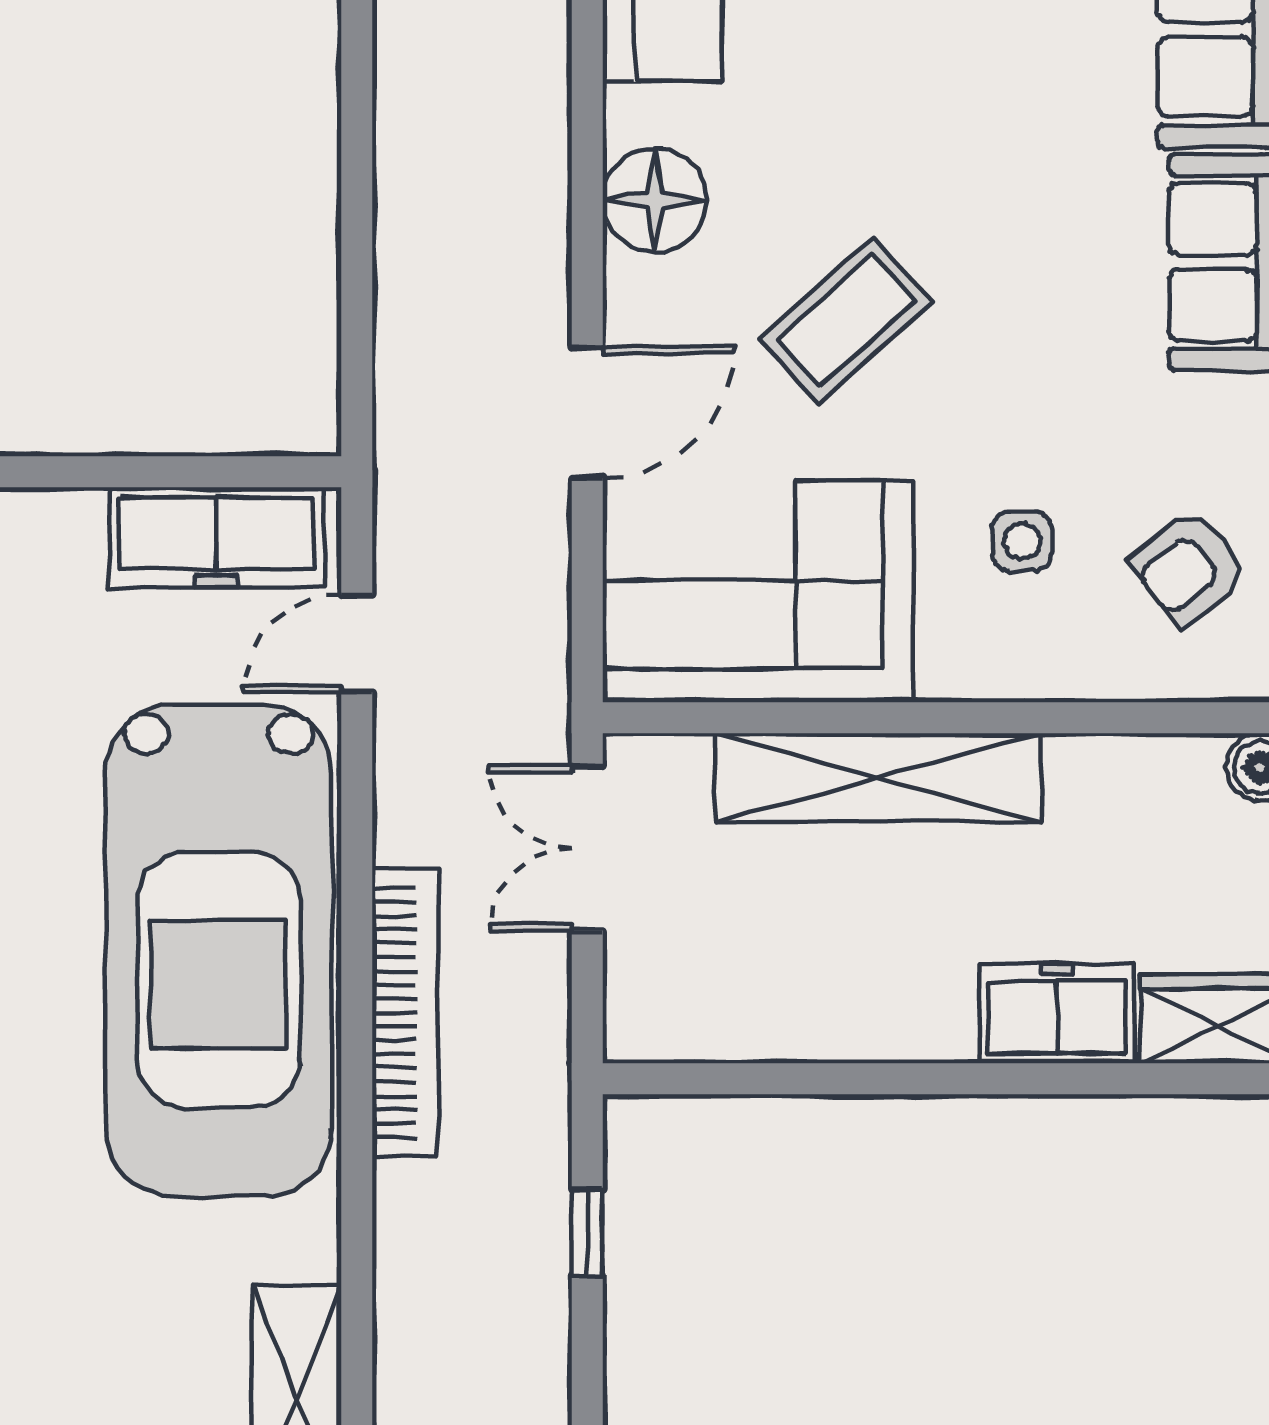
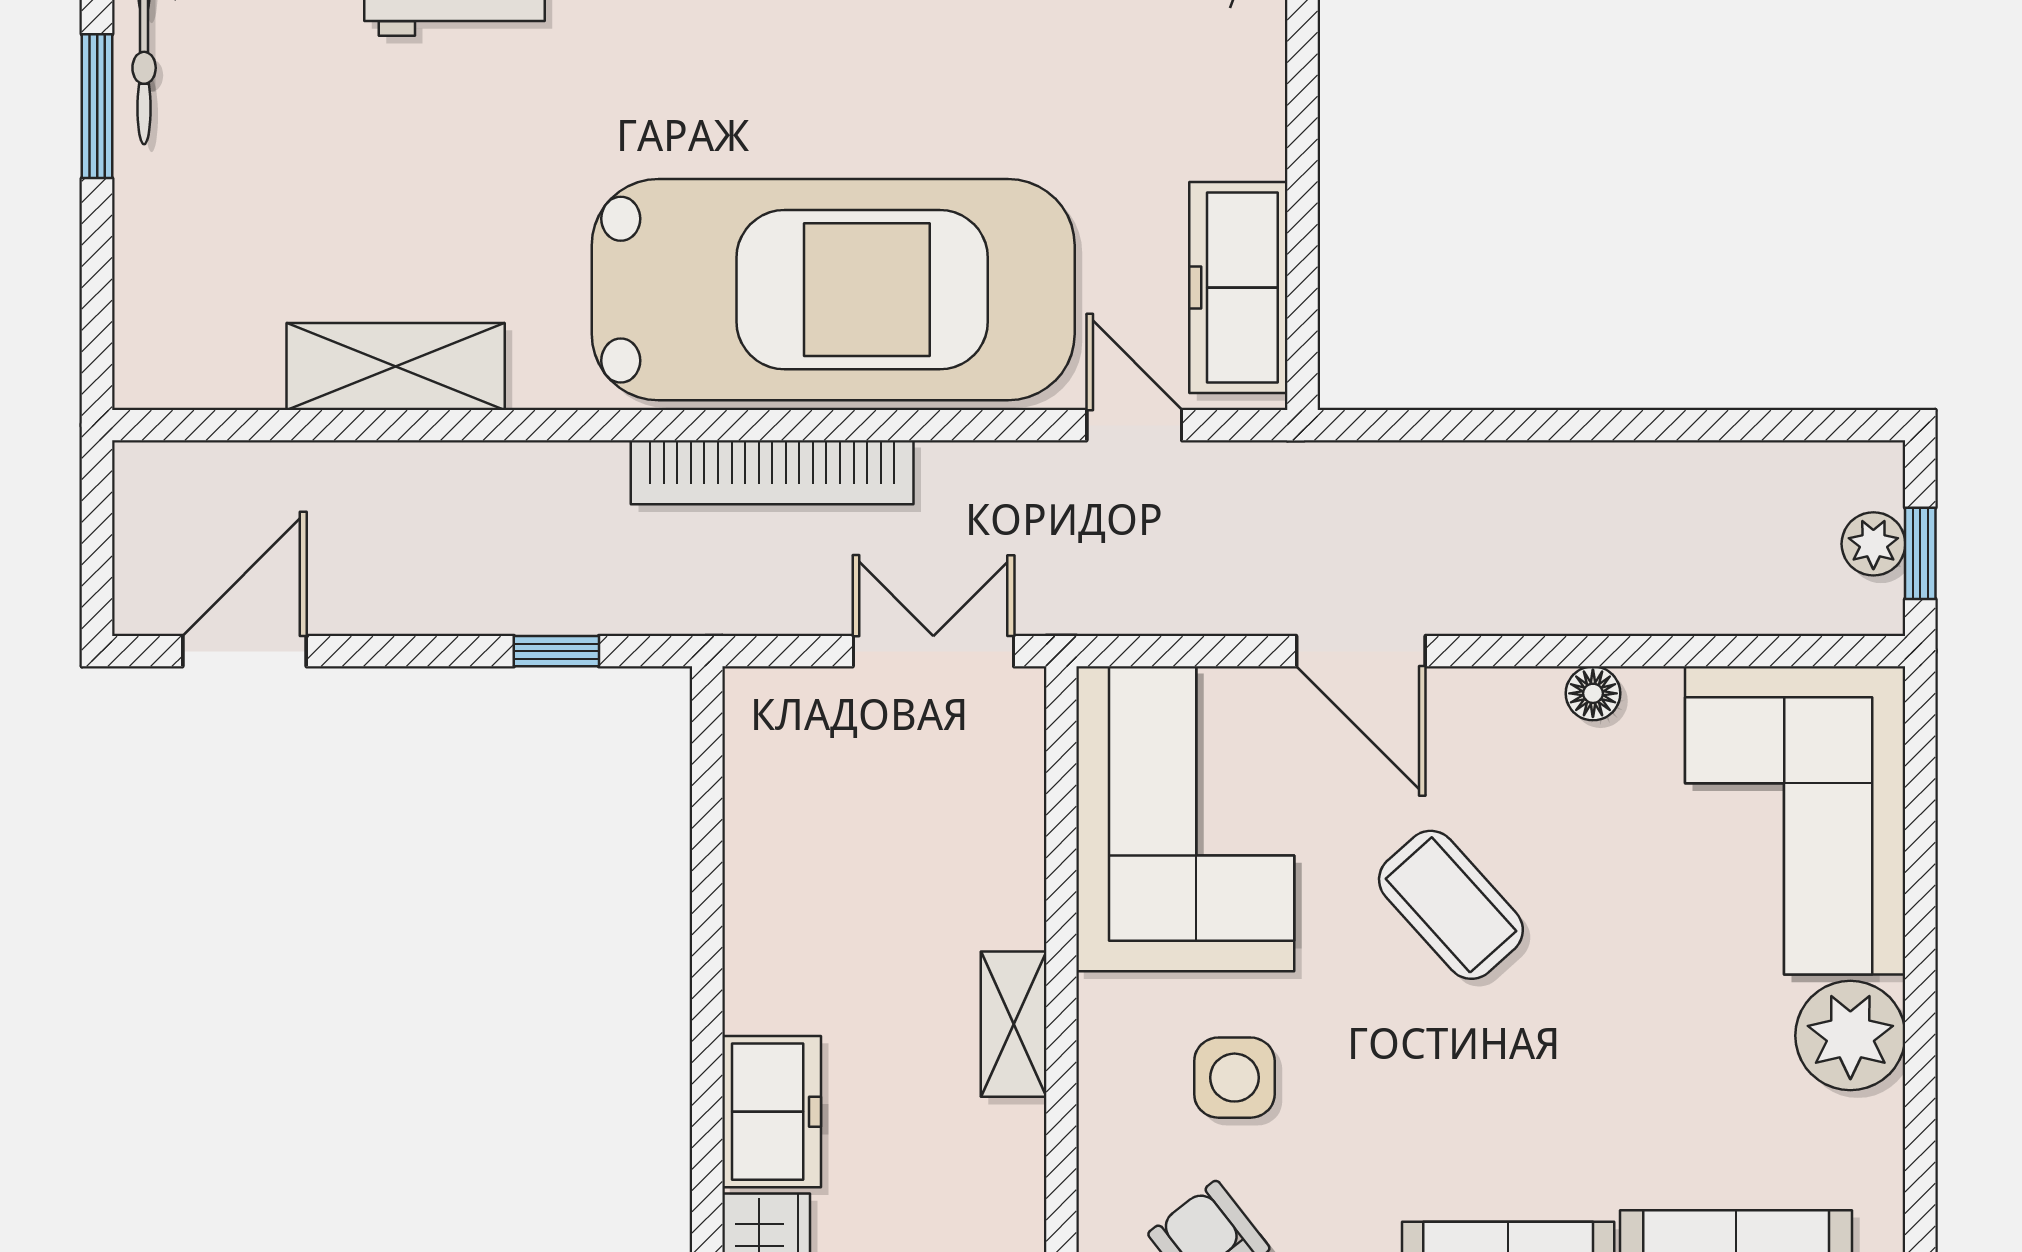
floor lamp: (655, 200) -> (1593, 693), width x0.53, depth x0.53
side table: (1022, 541) -> (1234, 1078), width x1.37, depth x1.37
shelving: (879, 778) -> (1014, 1024), width x0.45, depth x0.75
car: (219, 950) -> (833, 290), turned 180

